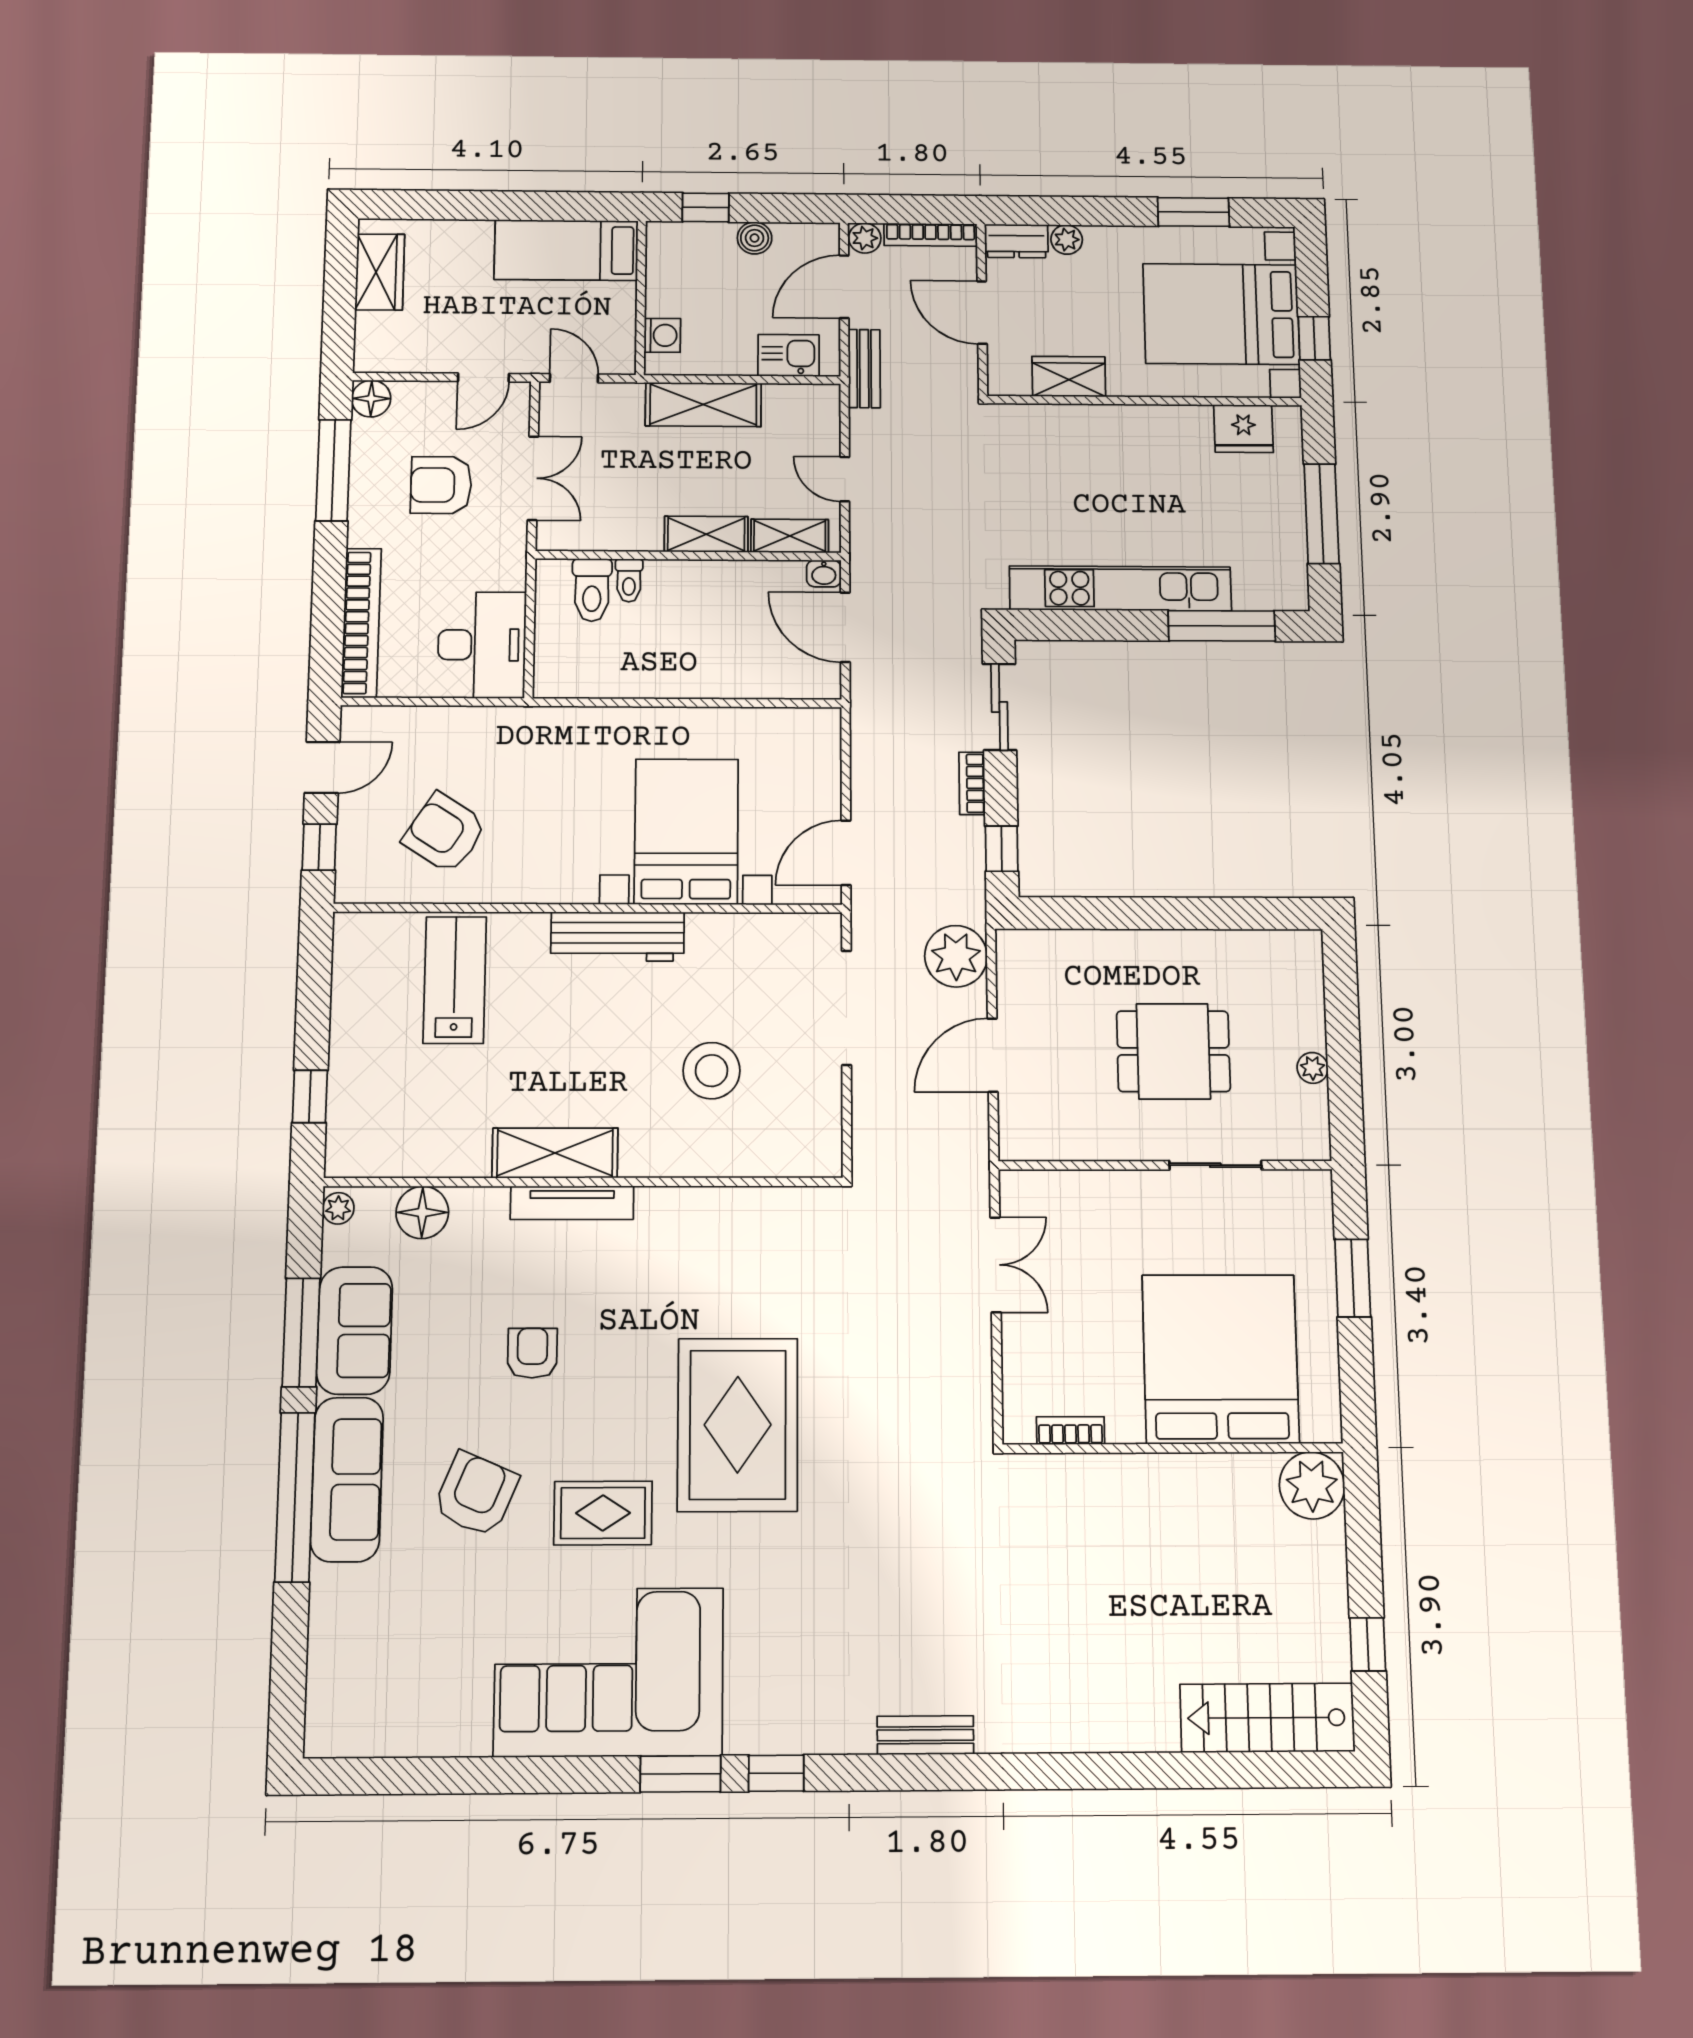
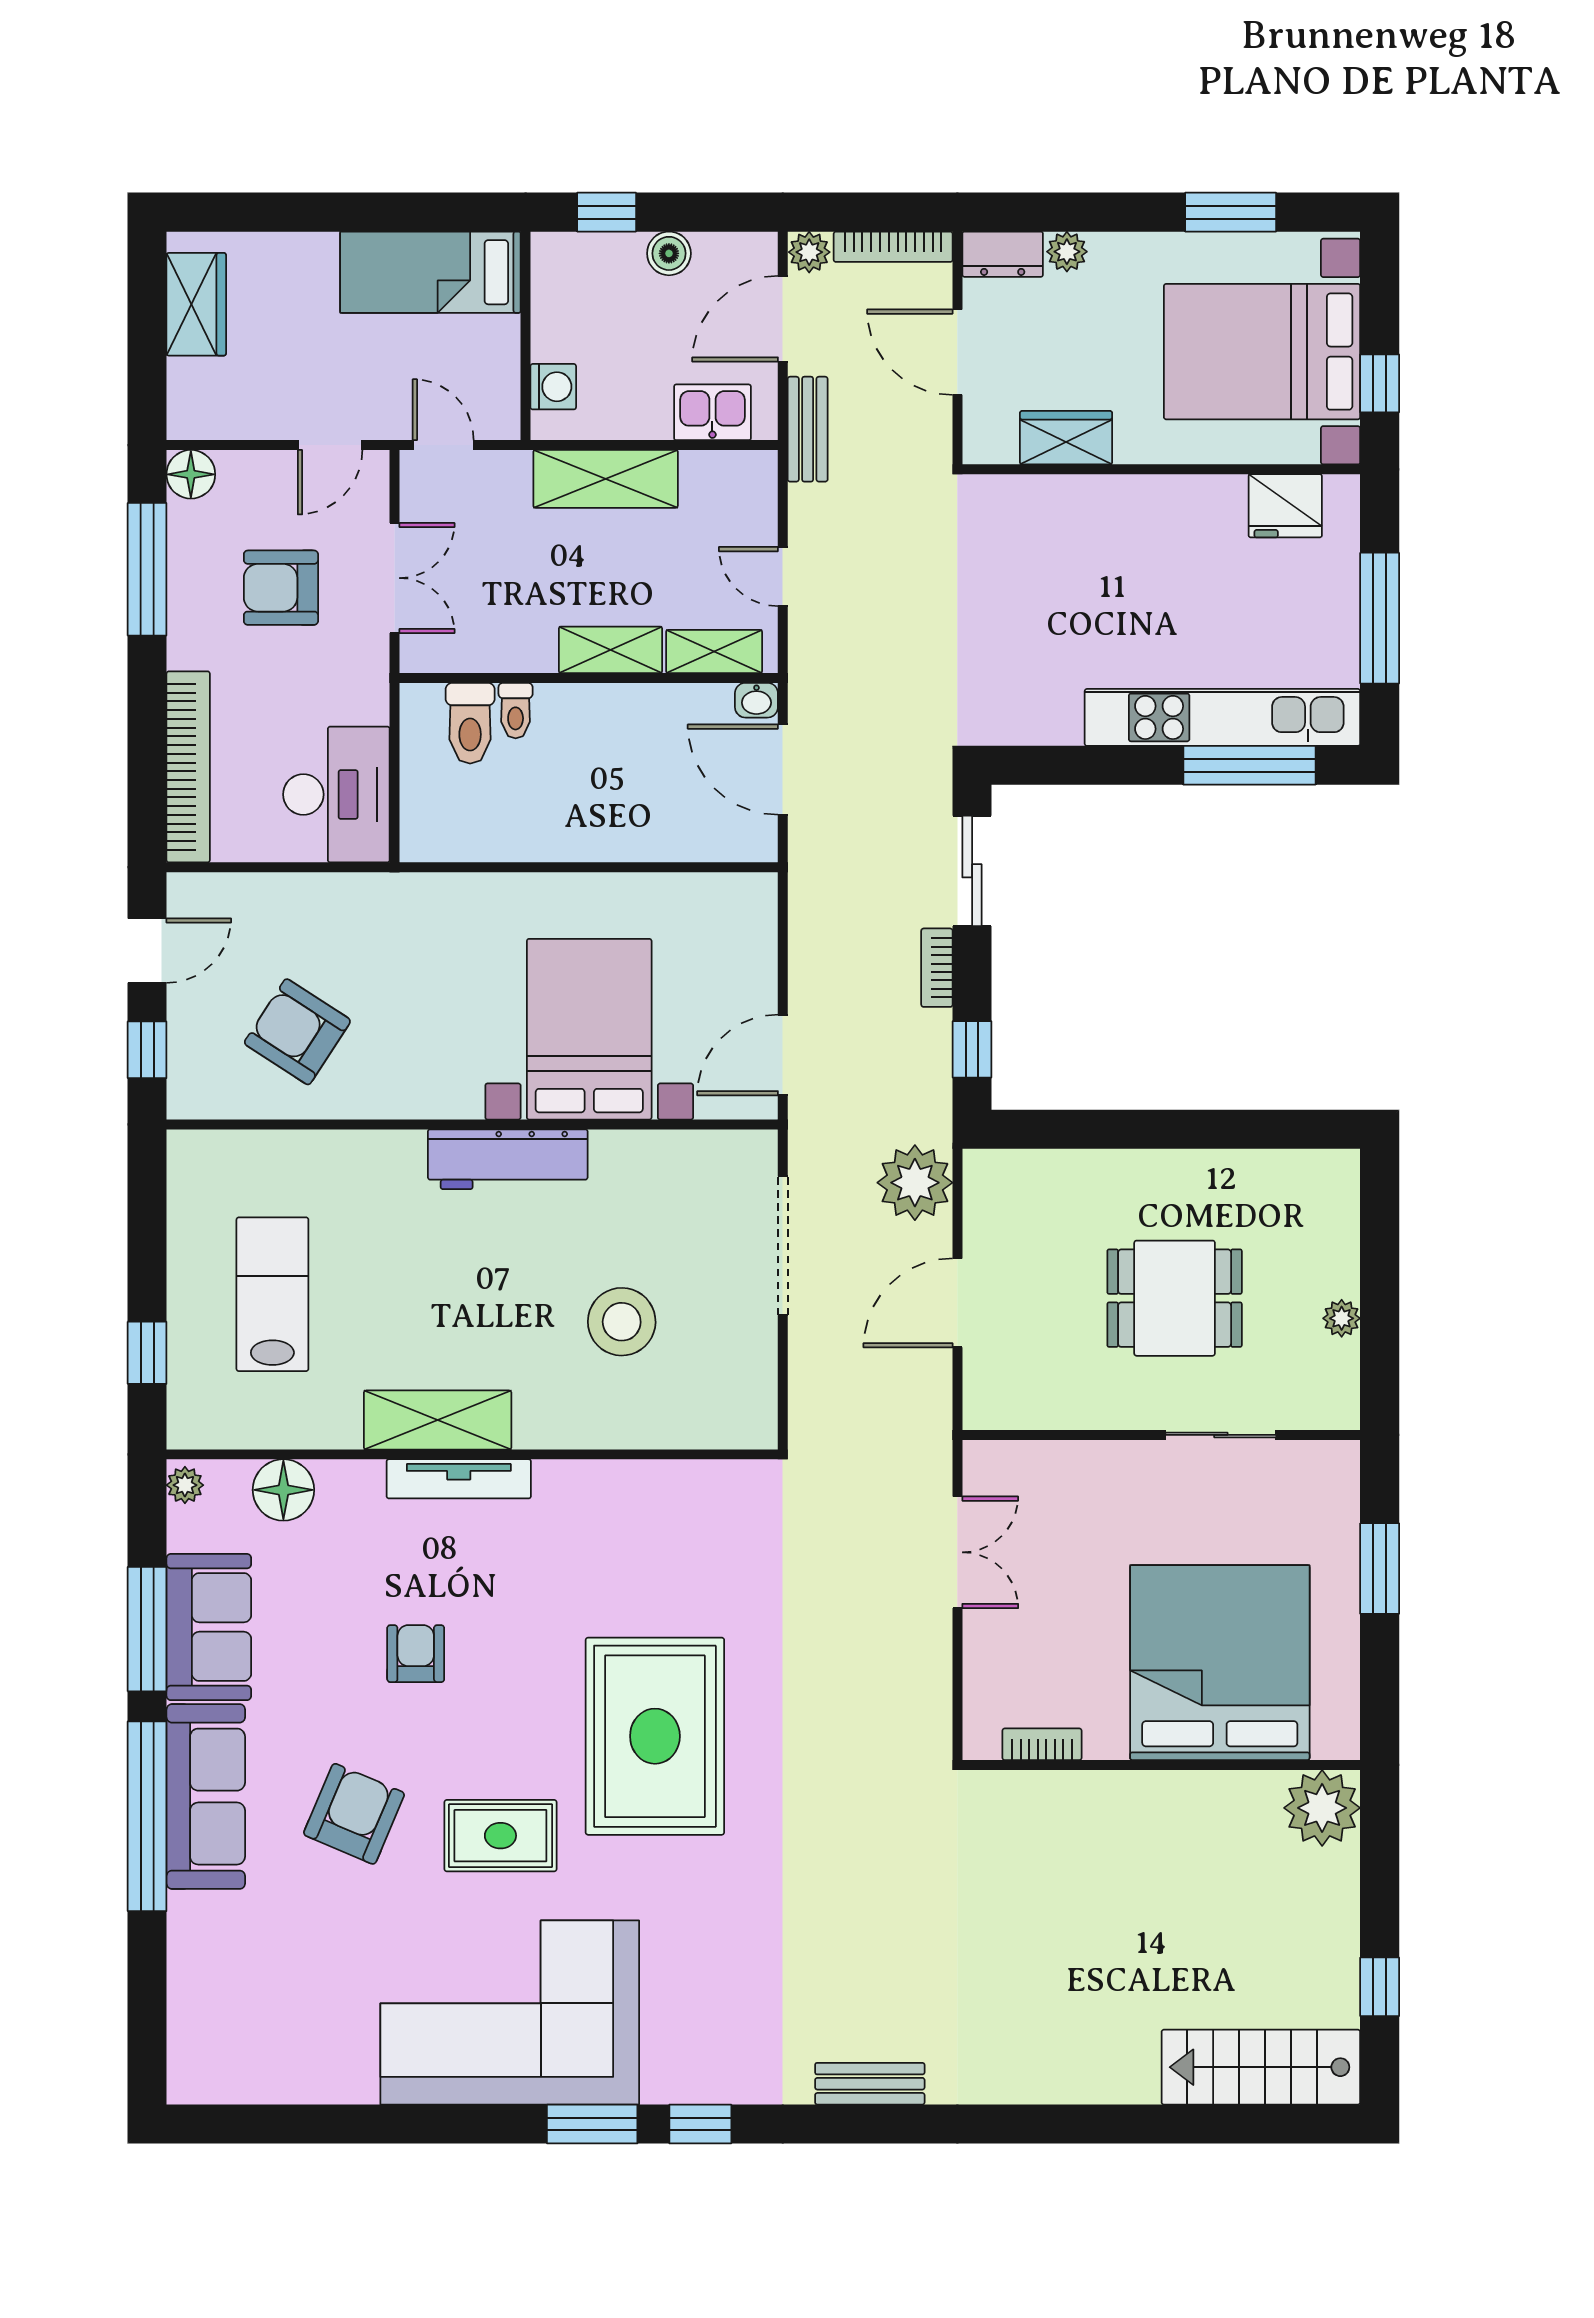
kitchen unit: (1120, 588) -> (1222, 717), moved
lab bench: (455, 980) -> (272, 1294), moved

